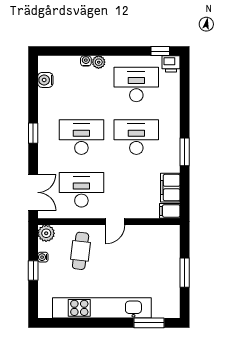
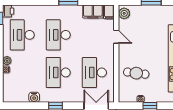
water cooler: (45, 80) -> (34, 97), moved
door: (115, 222) -> (116, 37), moved
plant: (46, 233) -> (124, 13), moved

